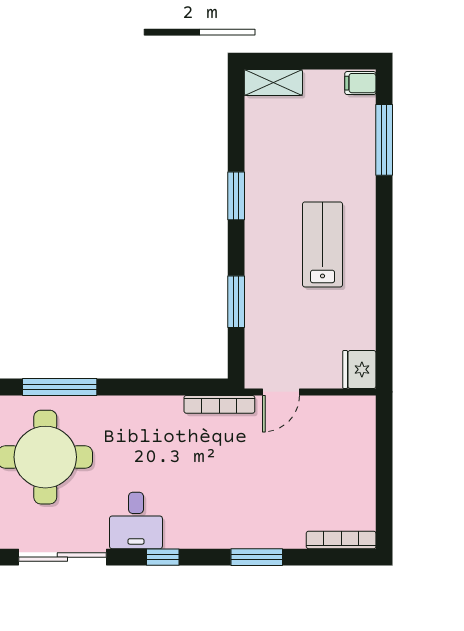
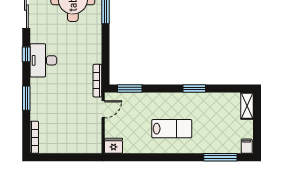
window: (236, 302) -> (130, 88), moved
door: (281, 392) -> (103, 109), swing flipped
desk: (136, 520) -> (43, 60), moved, width x1.37

